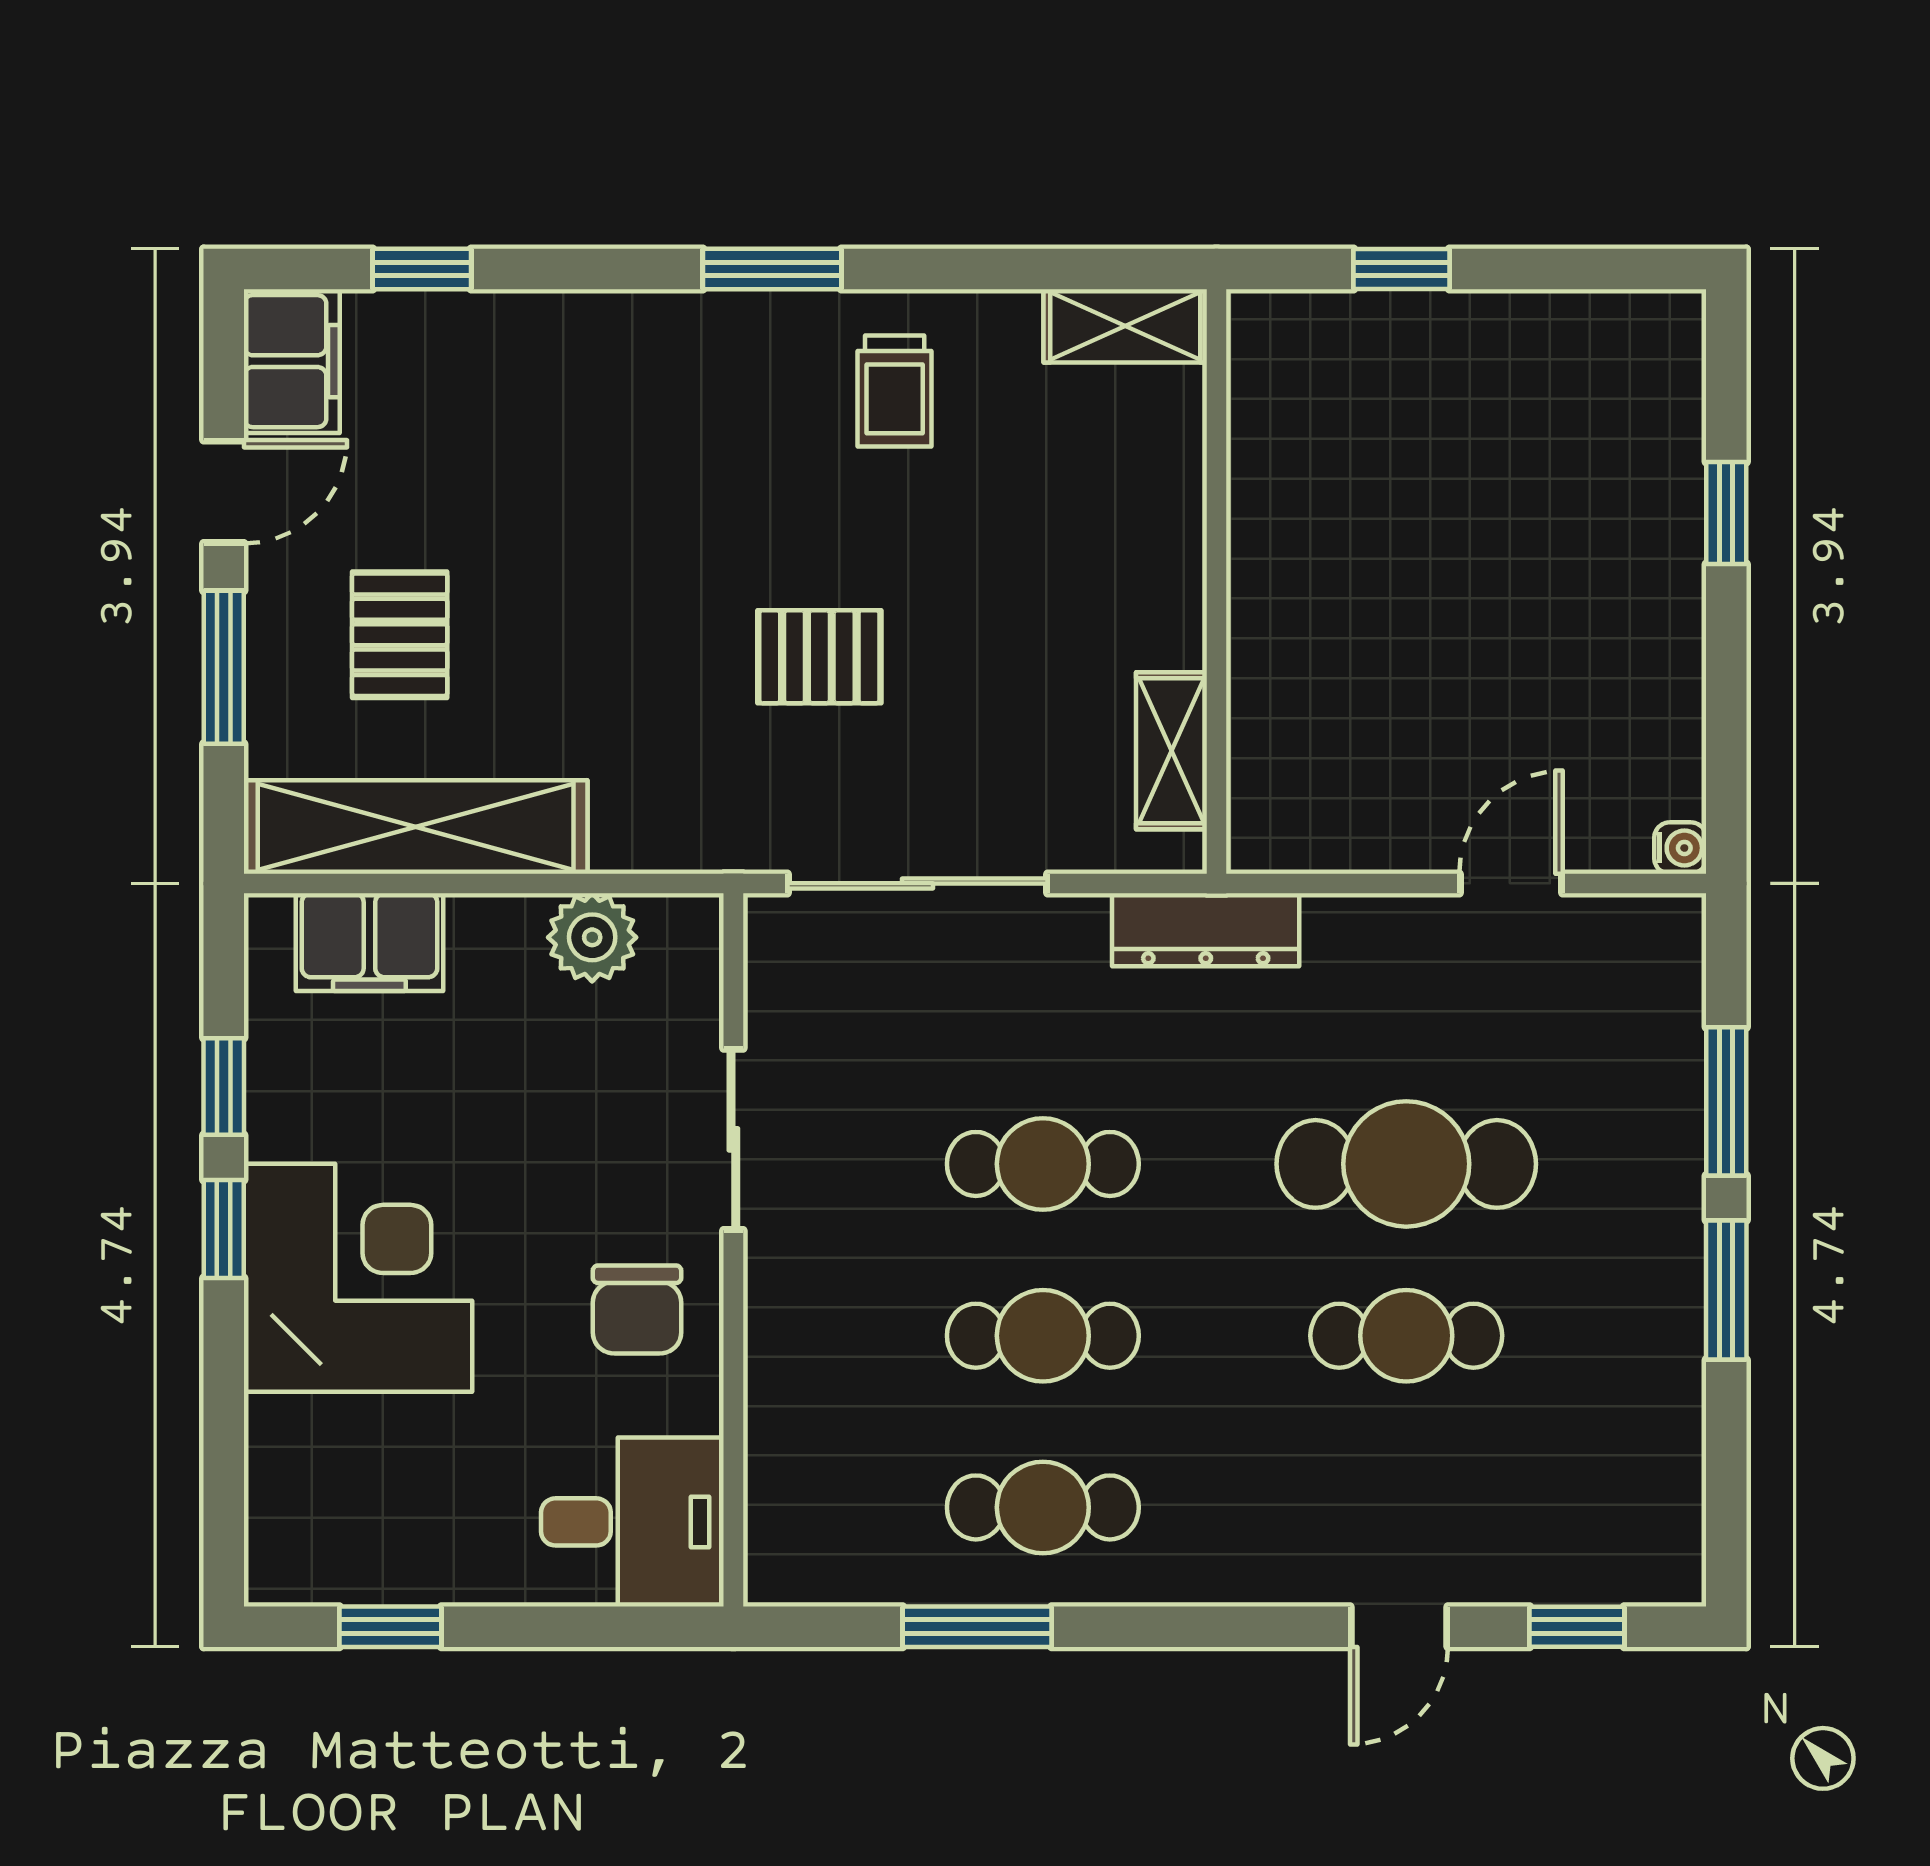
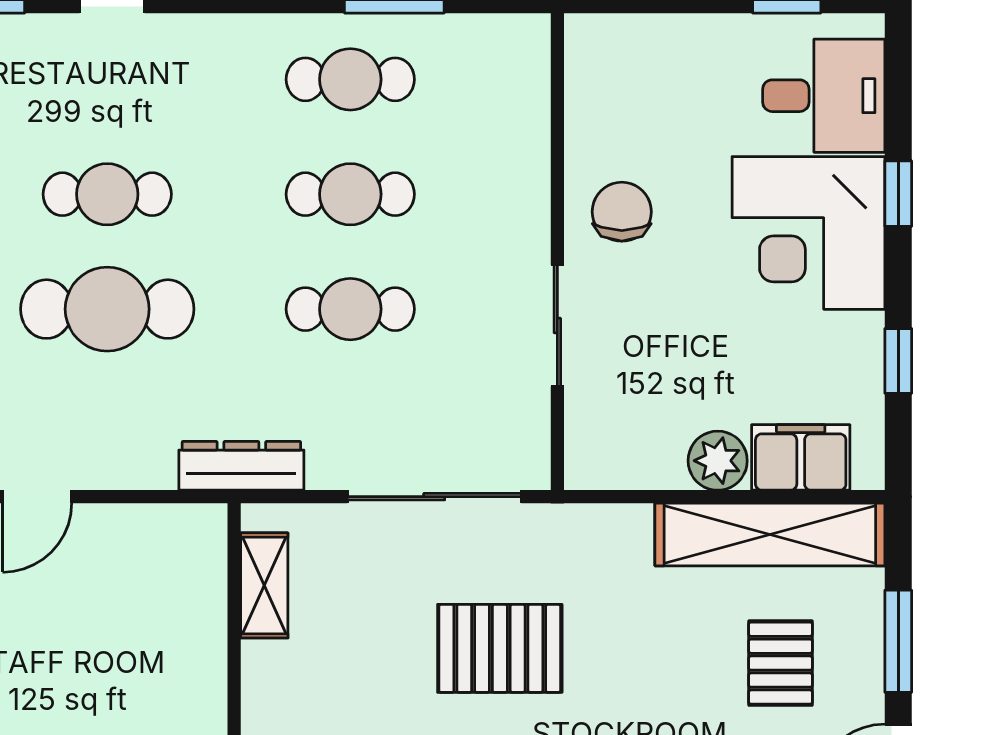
pallet: (819, 657) -> (500, 648), width x1.50, depth x1.42
plant: (592, 937) -> (718, 461), moved
window: (224, 1229) -> (898, 194), moved
desk: (632, 1522) -> (824, 96), moved, turned 180

